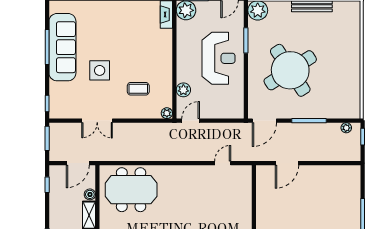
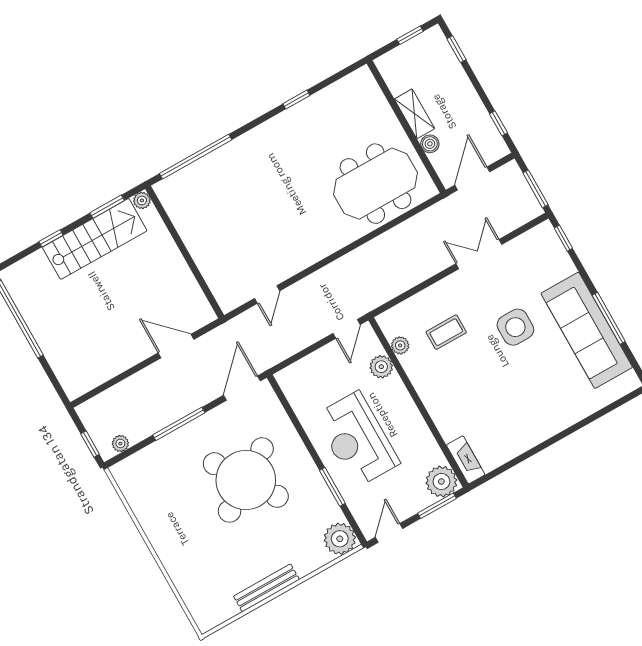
plant: (167, 113) -> (400, 345), moved
door: (287, 163) -> (176, 346), hinge flipped

